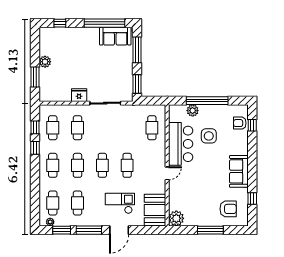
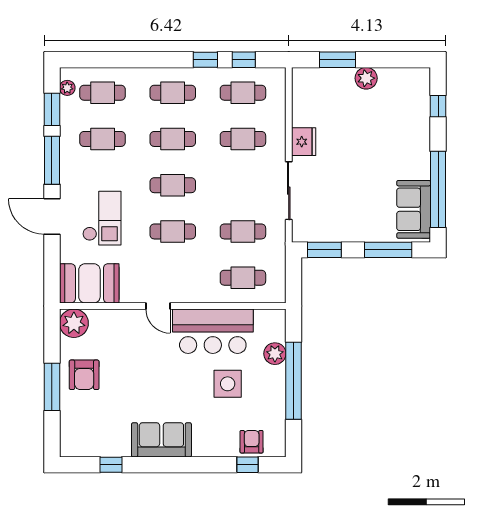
cafe table: (127, 128) -> (243, 231), added
armchair: (228, 209) -> (84, 375), moved

